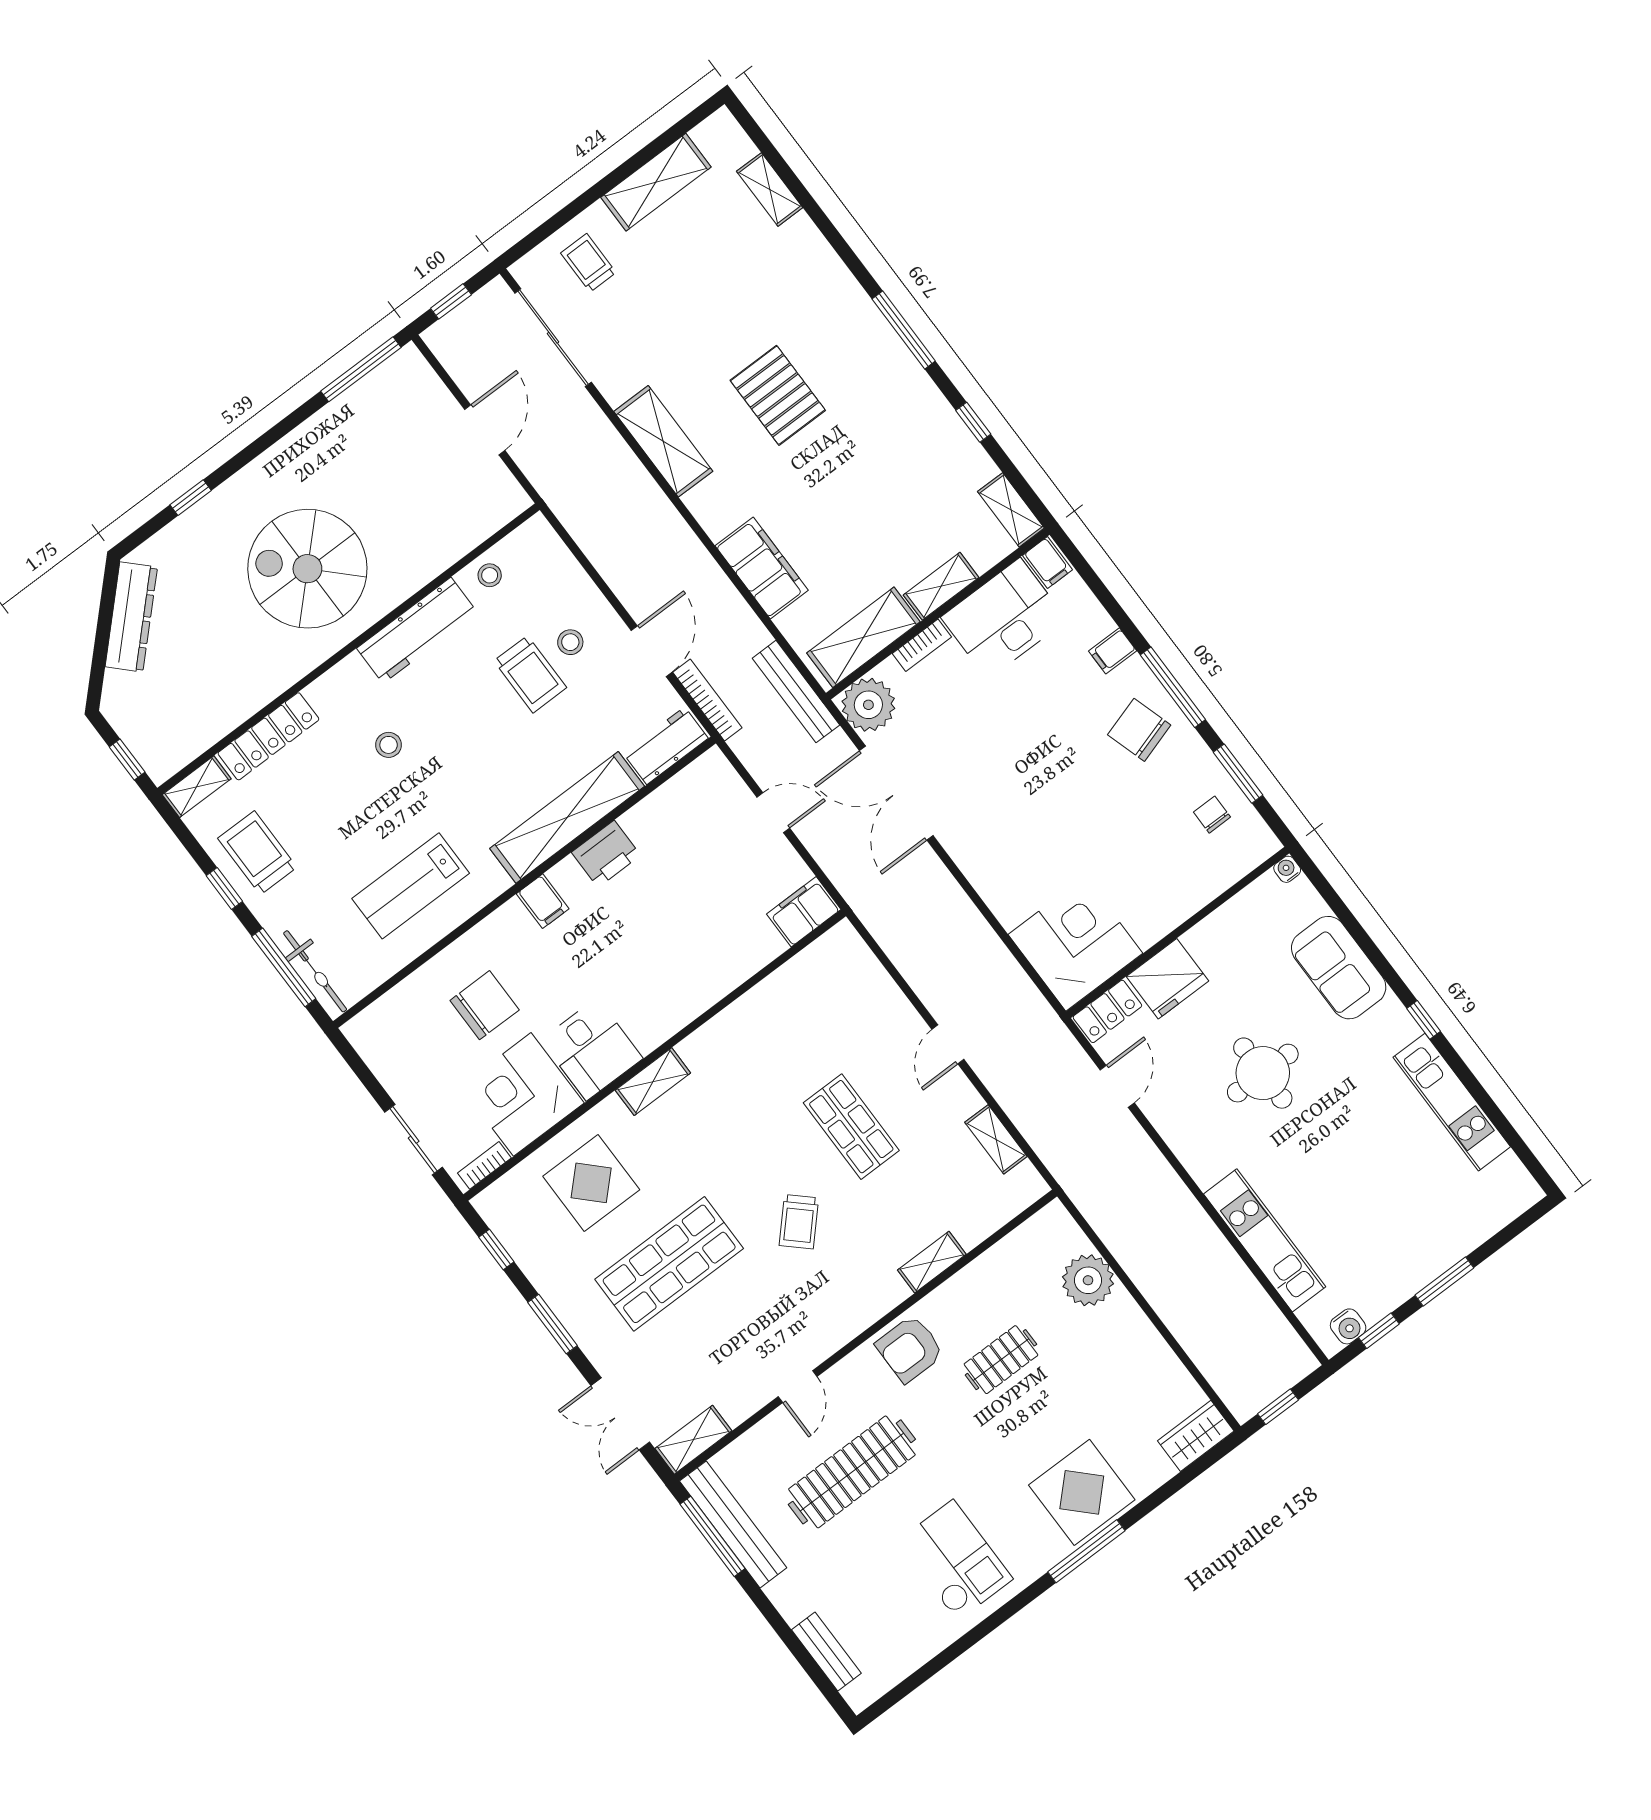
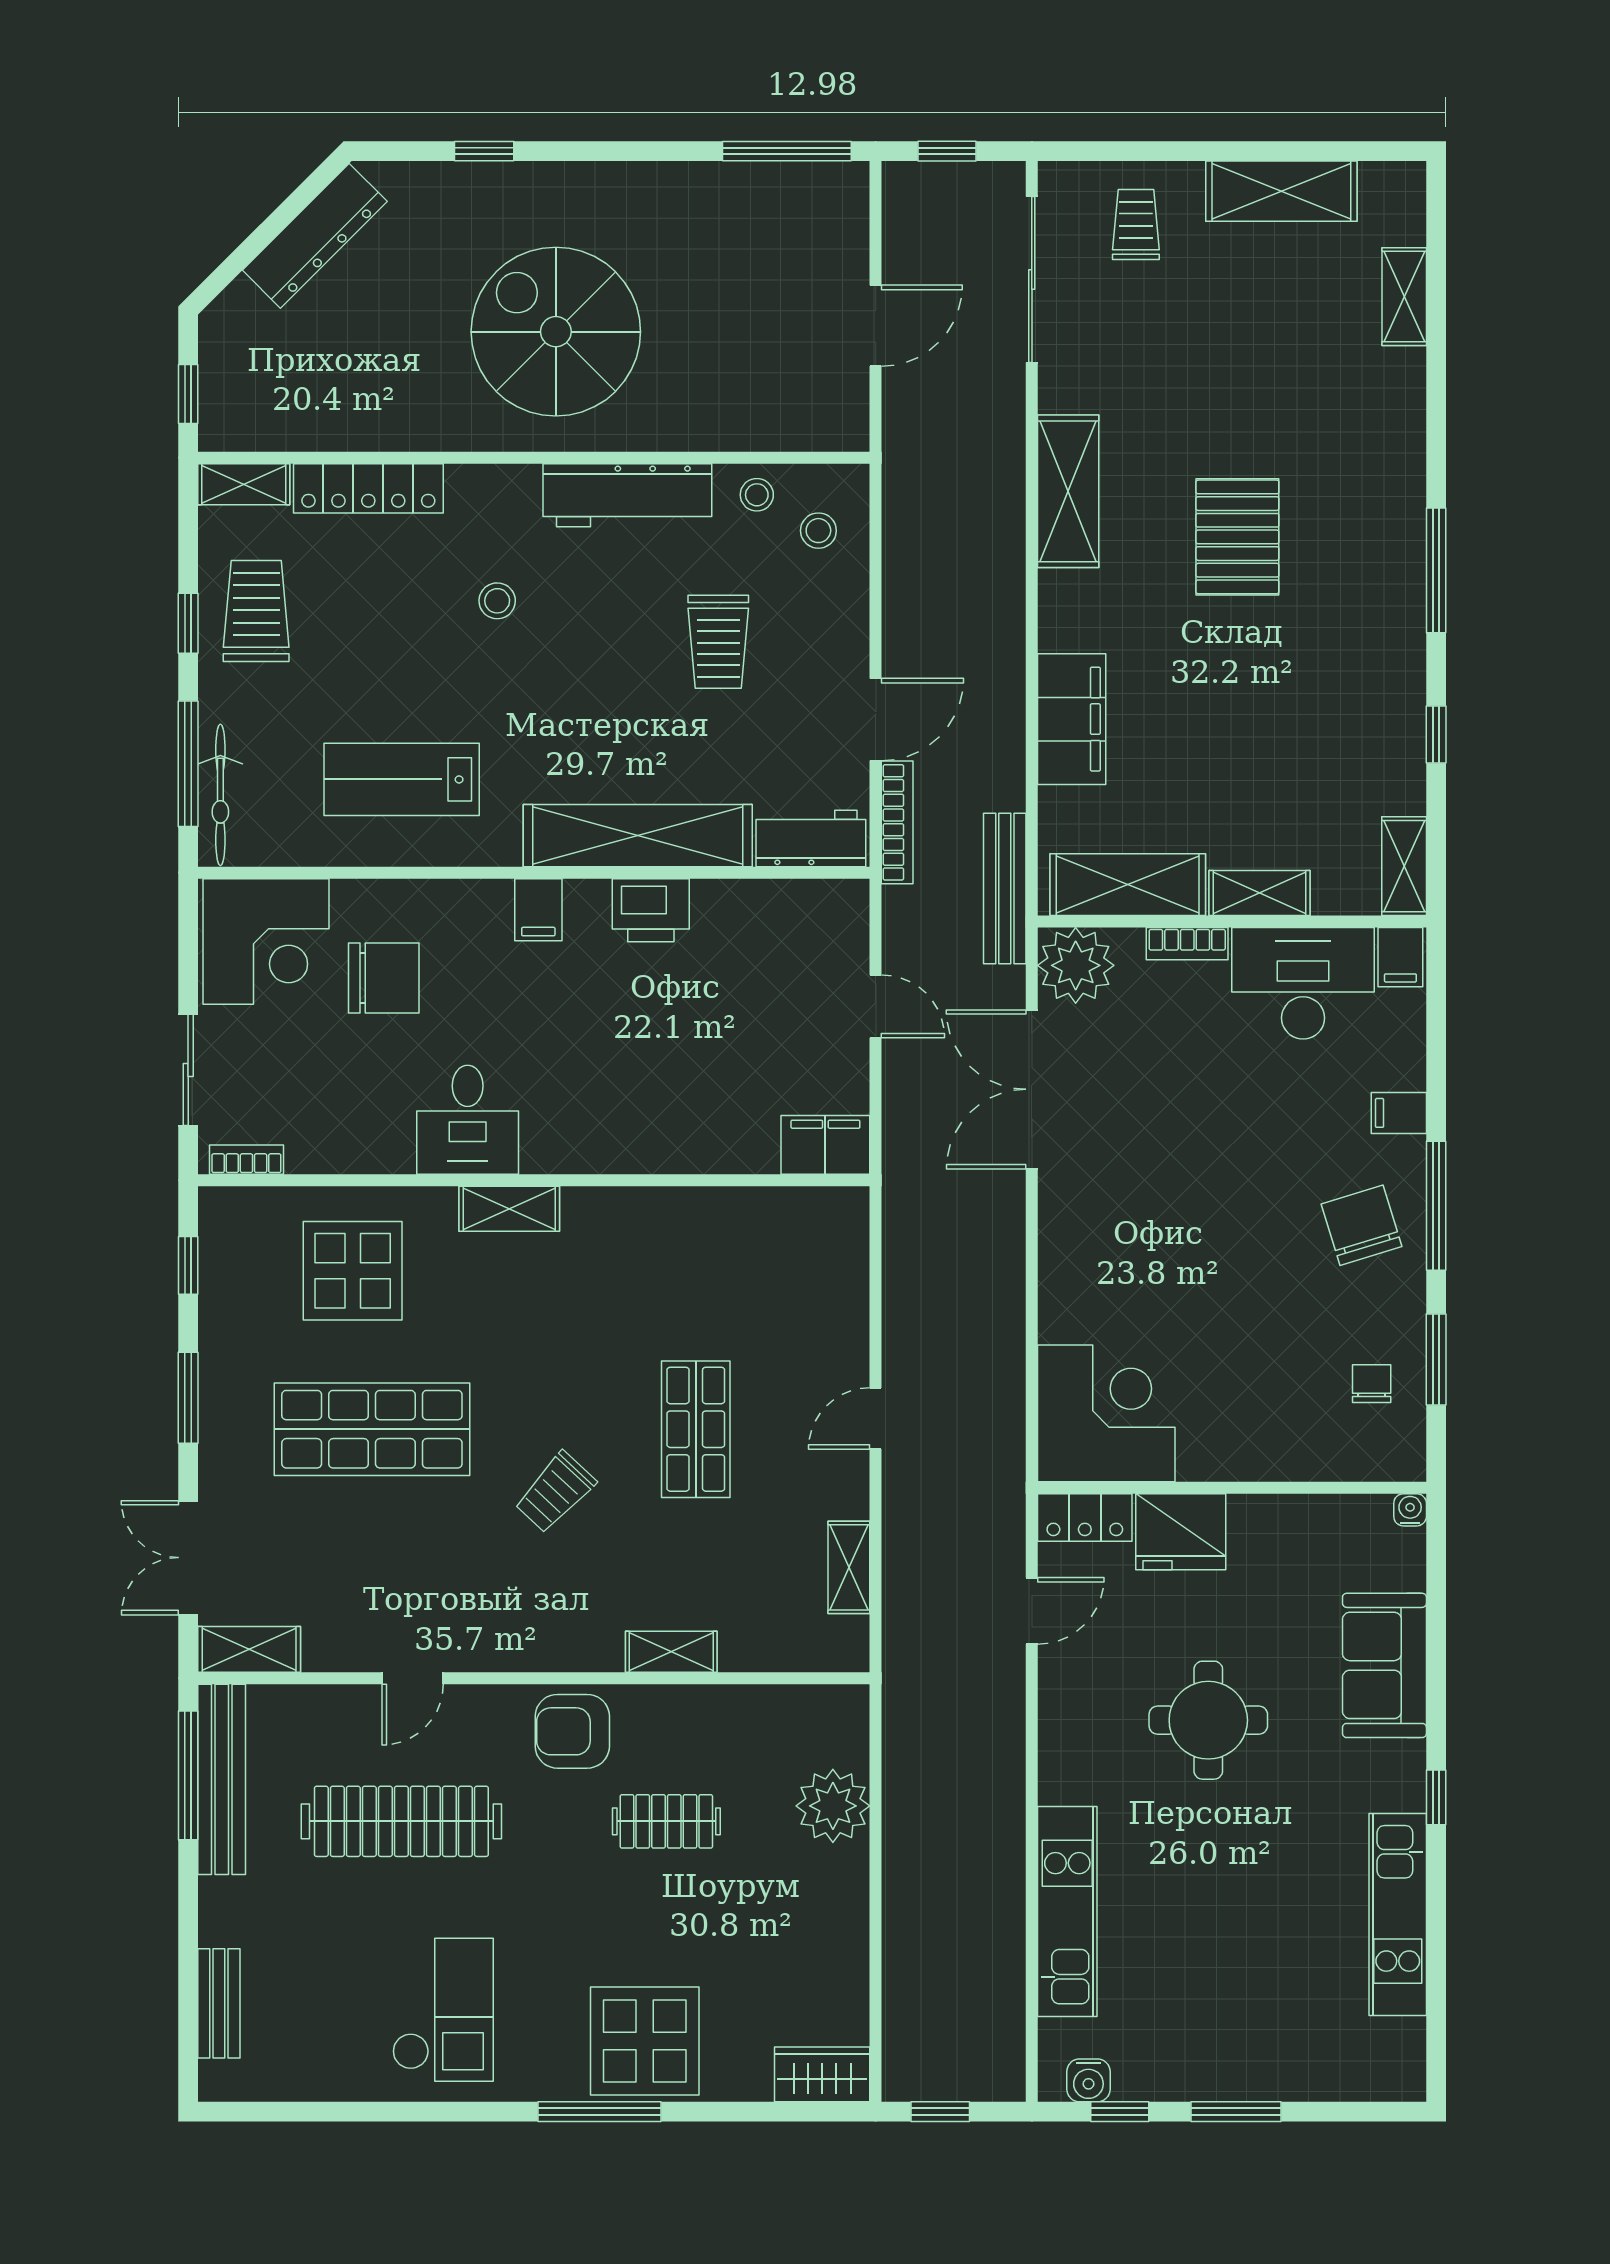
stool: (570, 642) -> (818, 531), moved
corner desk: (522, 1094) -> (266, 941), moved, turned 180

